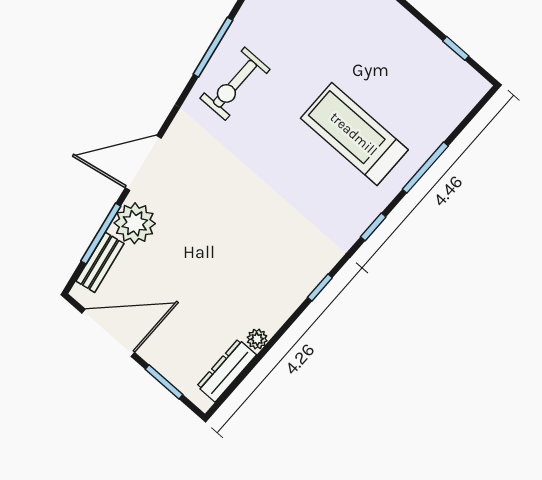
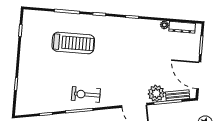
exercise bike: (235, 84) -> (86, 94), turned 180
treadmill: (354, 134) -> (73, 43), turned -90

